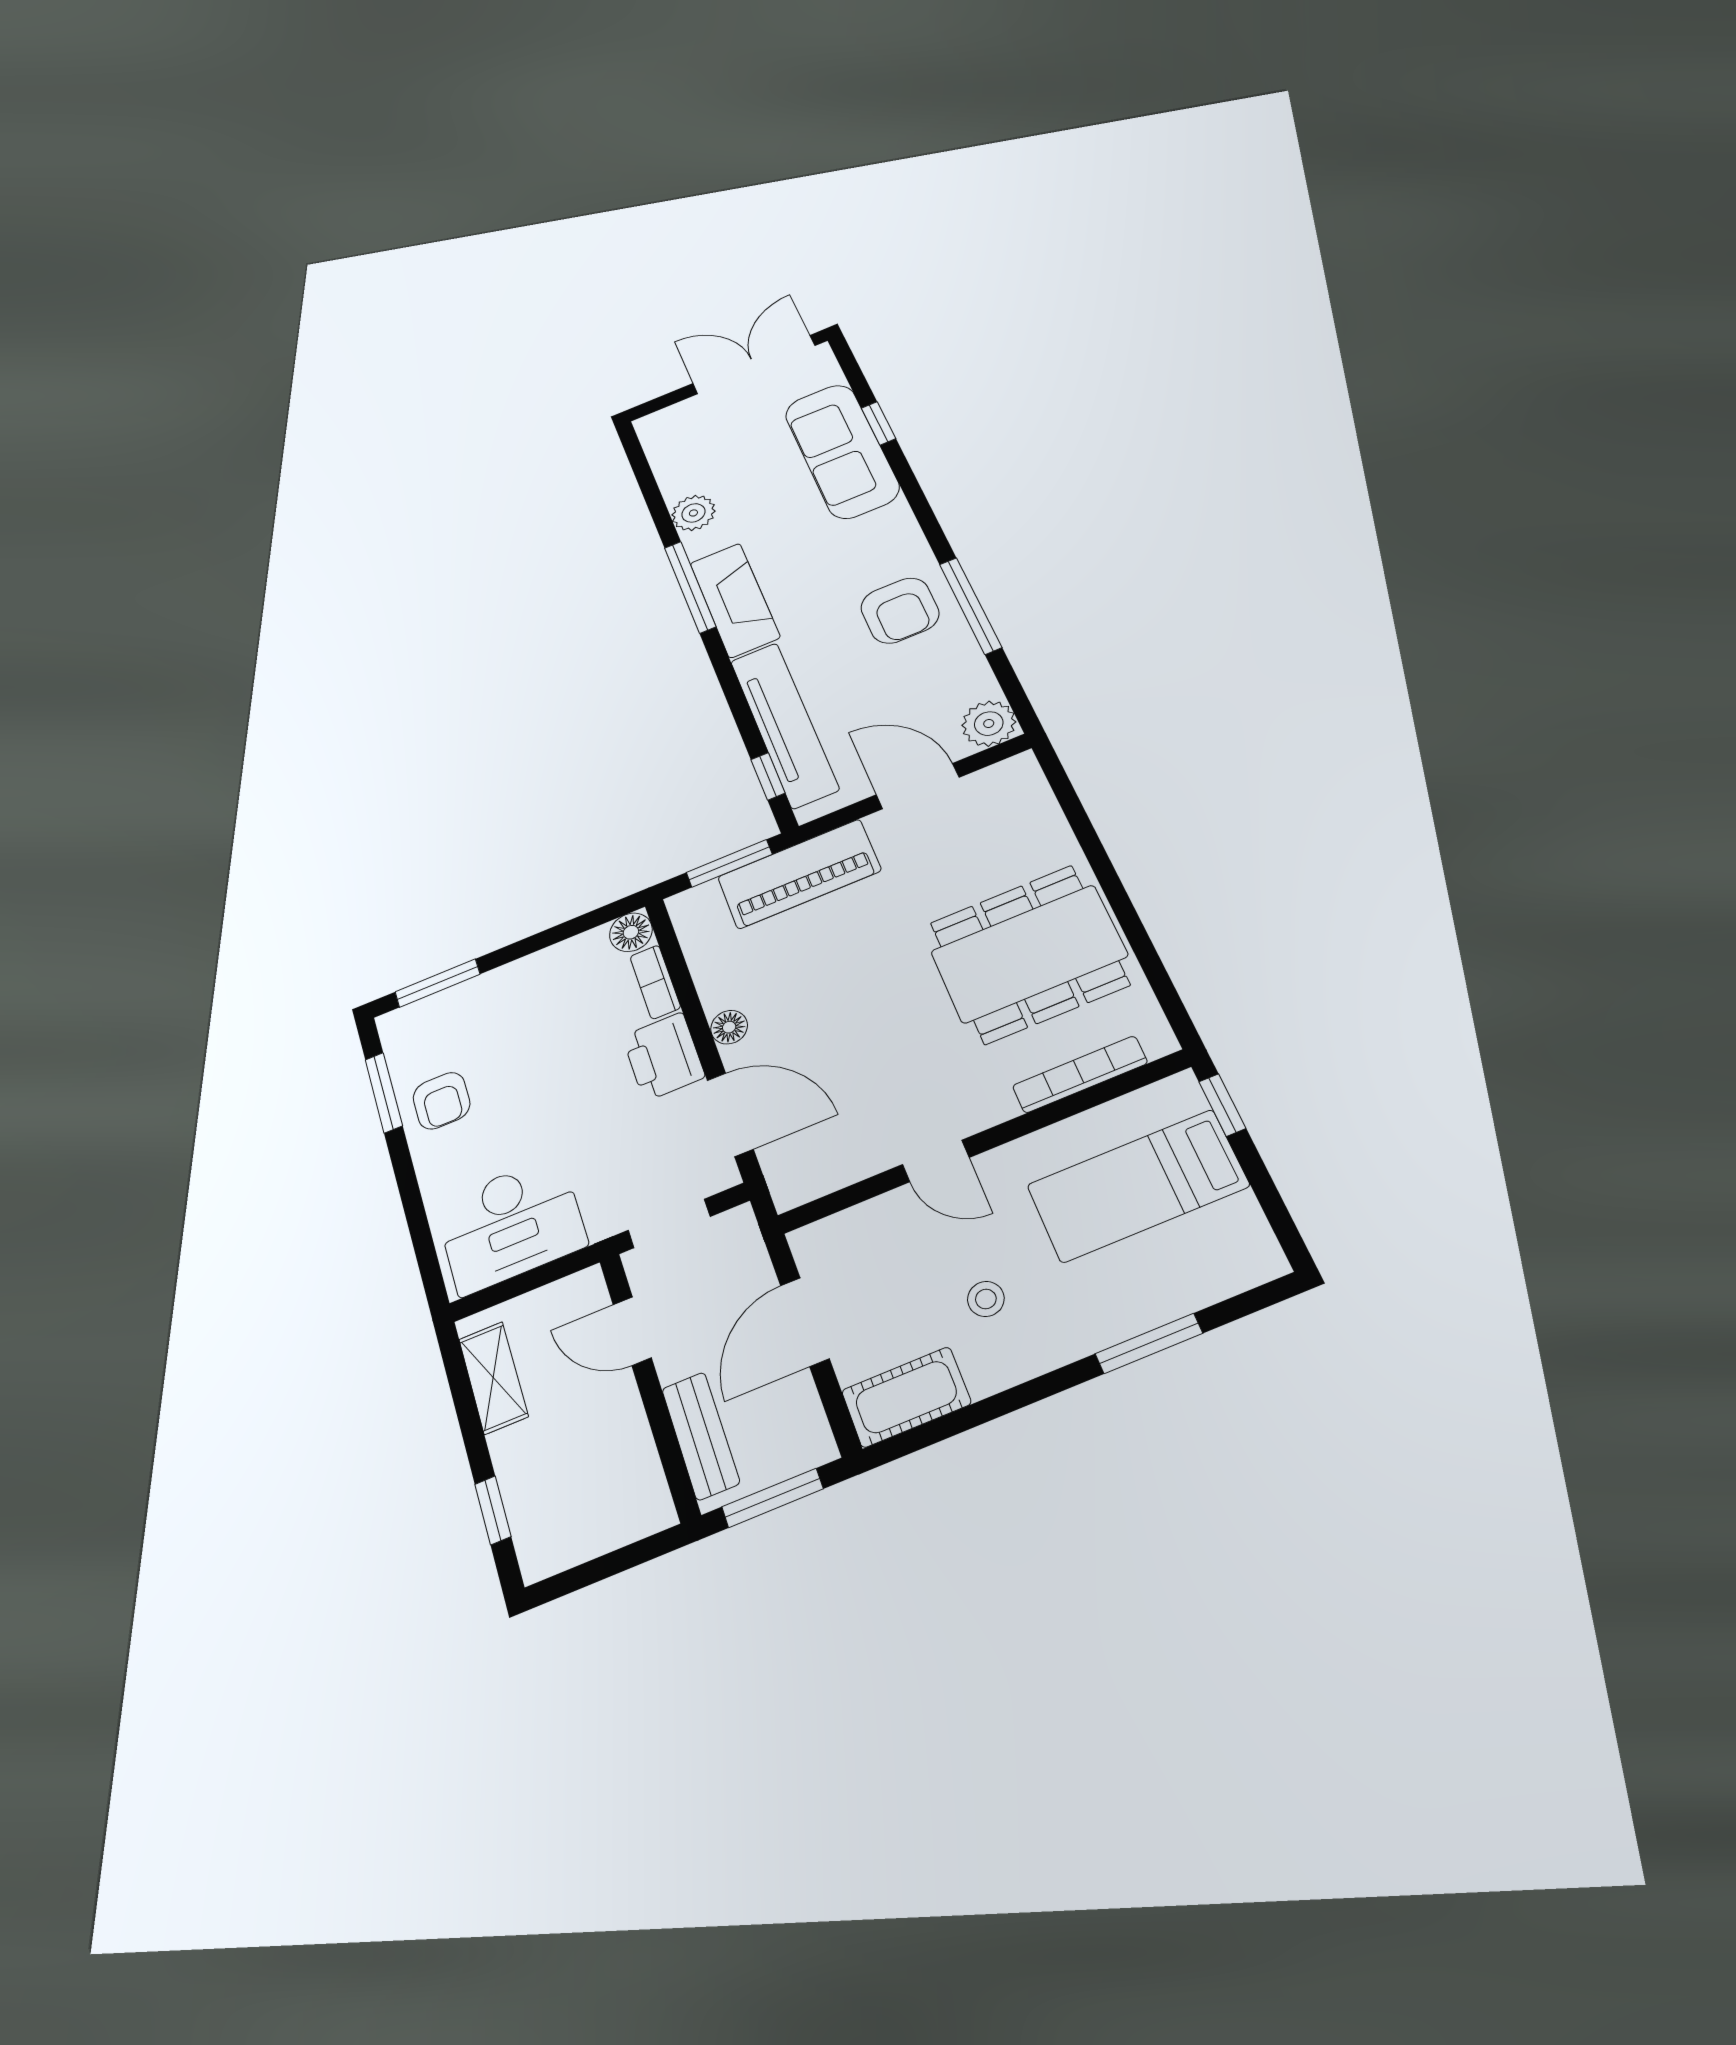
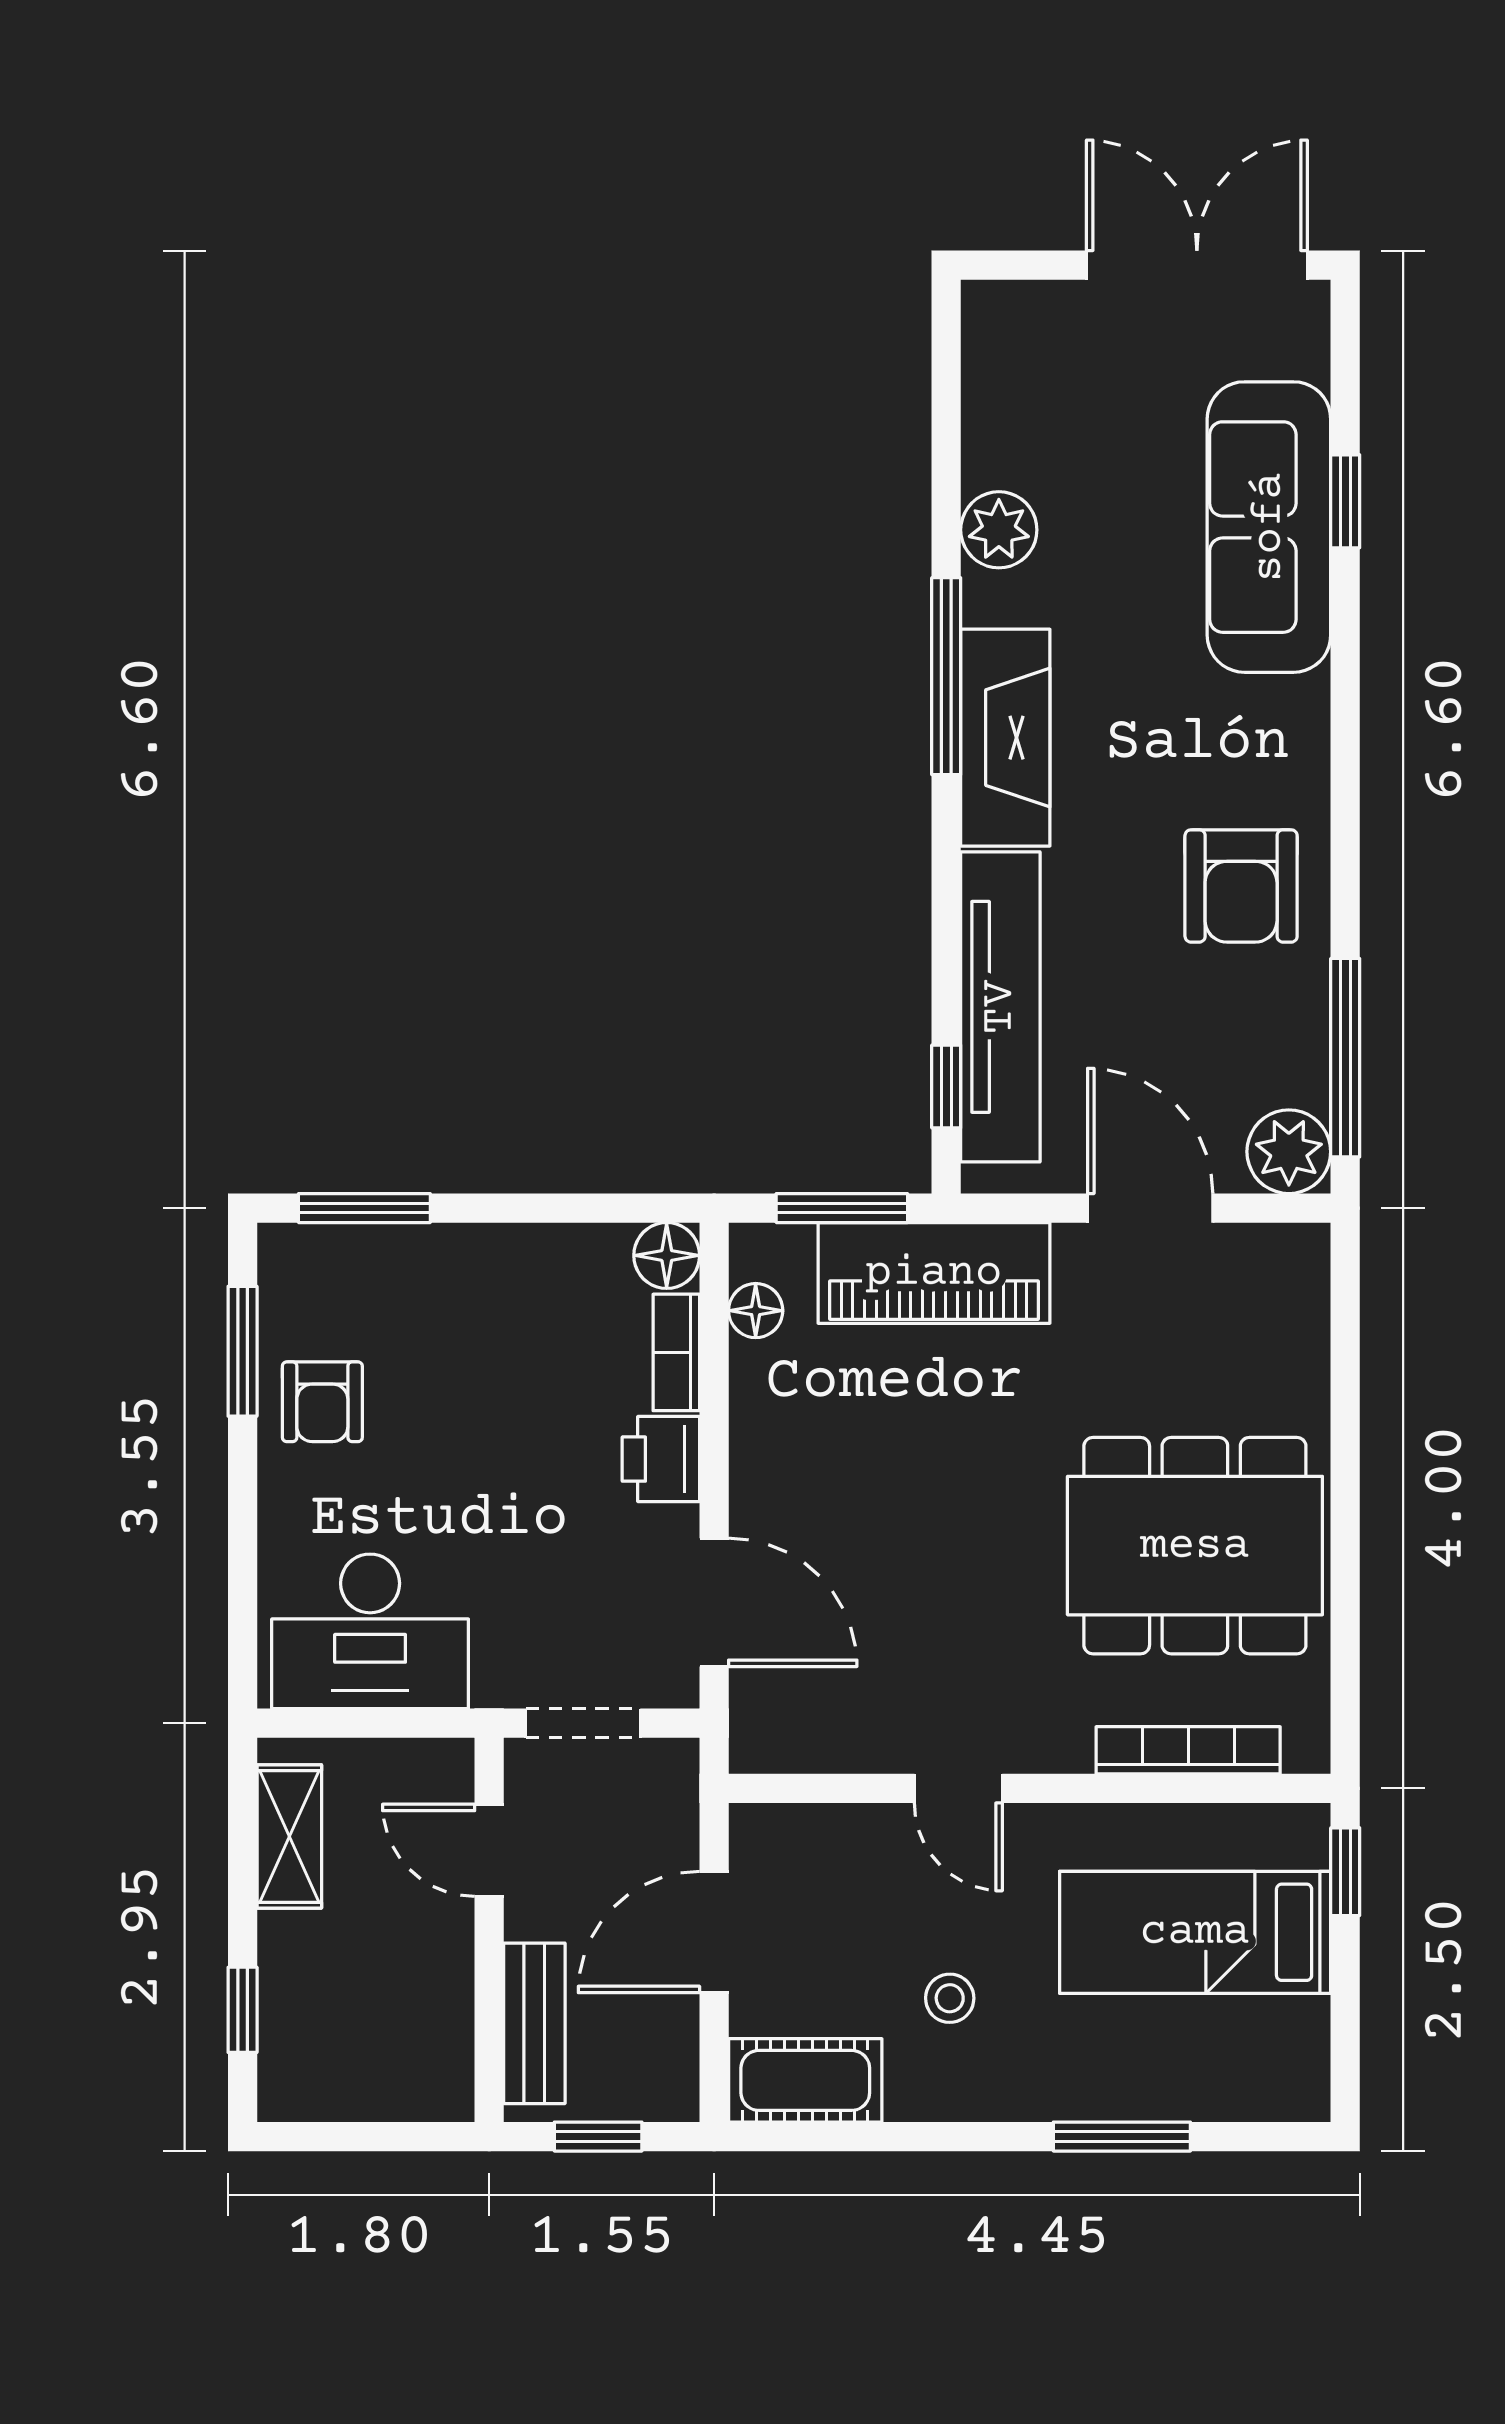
window: (970, 606) -> (1345, 1058), moved
floor lamp: (729, 1027) -> (756, 1311), moved
printer: (663, 1057) -> (661, 1459), width x0.73, depth x0.81
window: (772, 1498) -> (598, 2137), width x0.67

